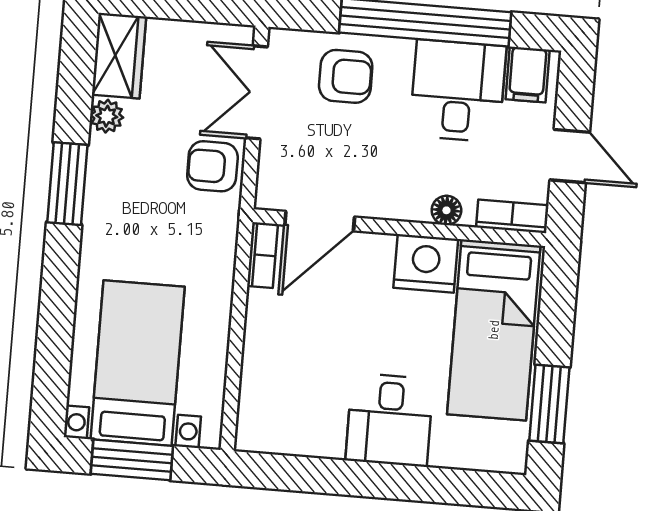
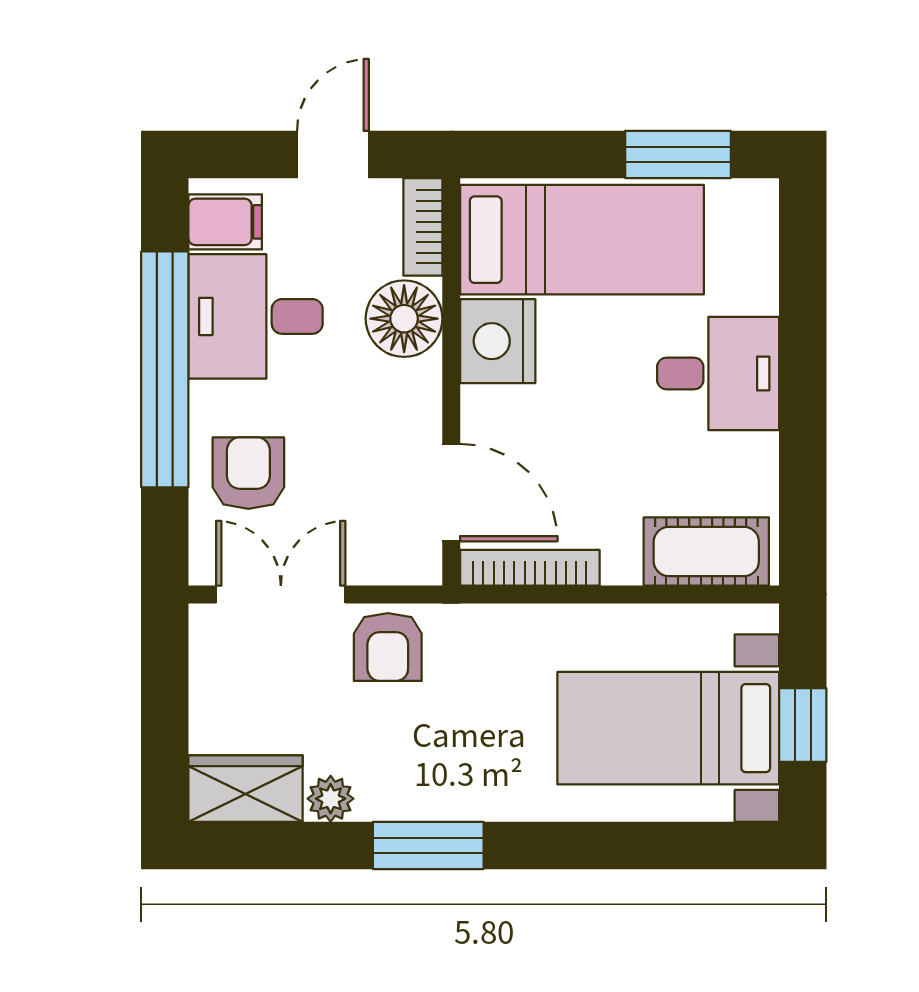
double door: (257, 92) -> (281, 594), swing flipped
floor lamp: (446, 210) -> (404, 319), width x1.89, depth x1.89
bookcase: (263, 255) -> (530, 568), width x1.56
cot: (262, 401) -> (706, 552), added
window: (132, 460) -> (803, 725), width x0.67

